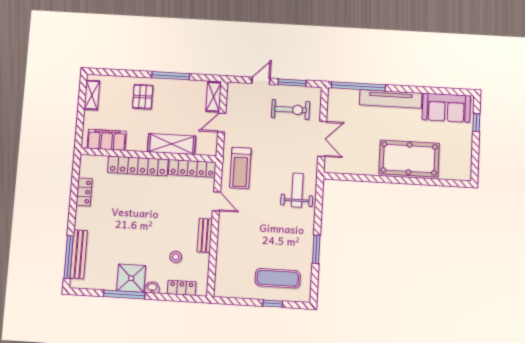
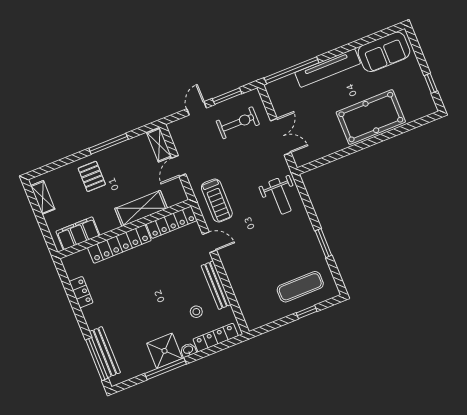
window: (476, 123) -> (431, 83), moved
weight bench: (297, 190) -> (280, 196), turned 180
bench: (205, 235) -> (216, 285), width x1.36
locker: (182, 288) -> (216, 338), width x1.53

